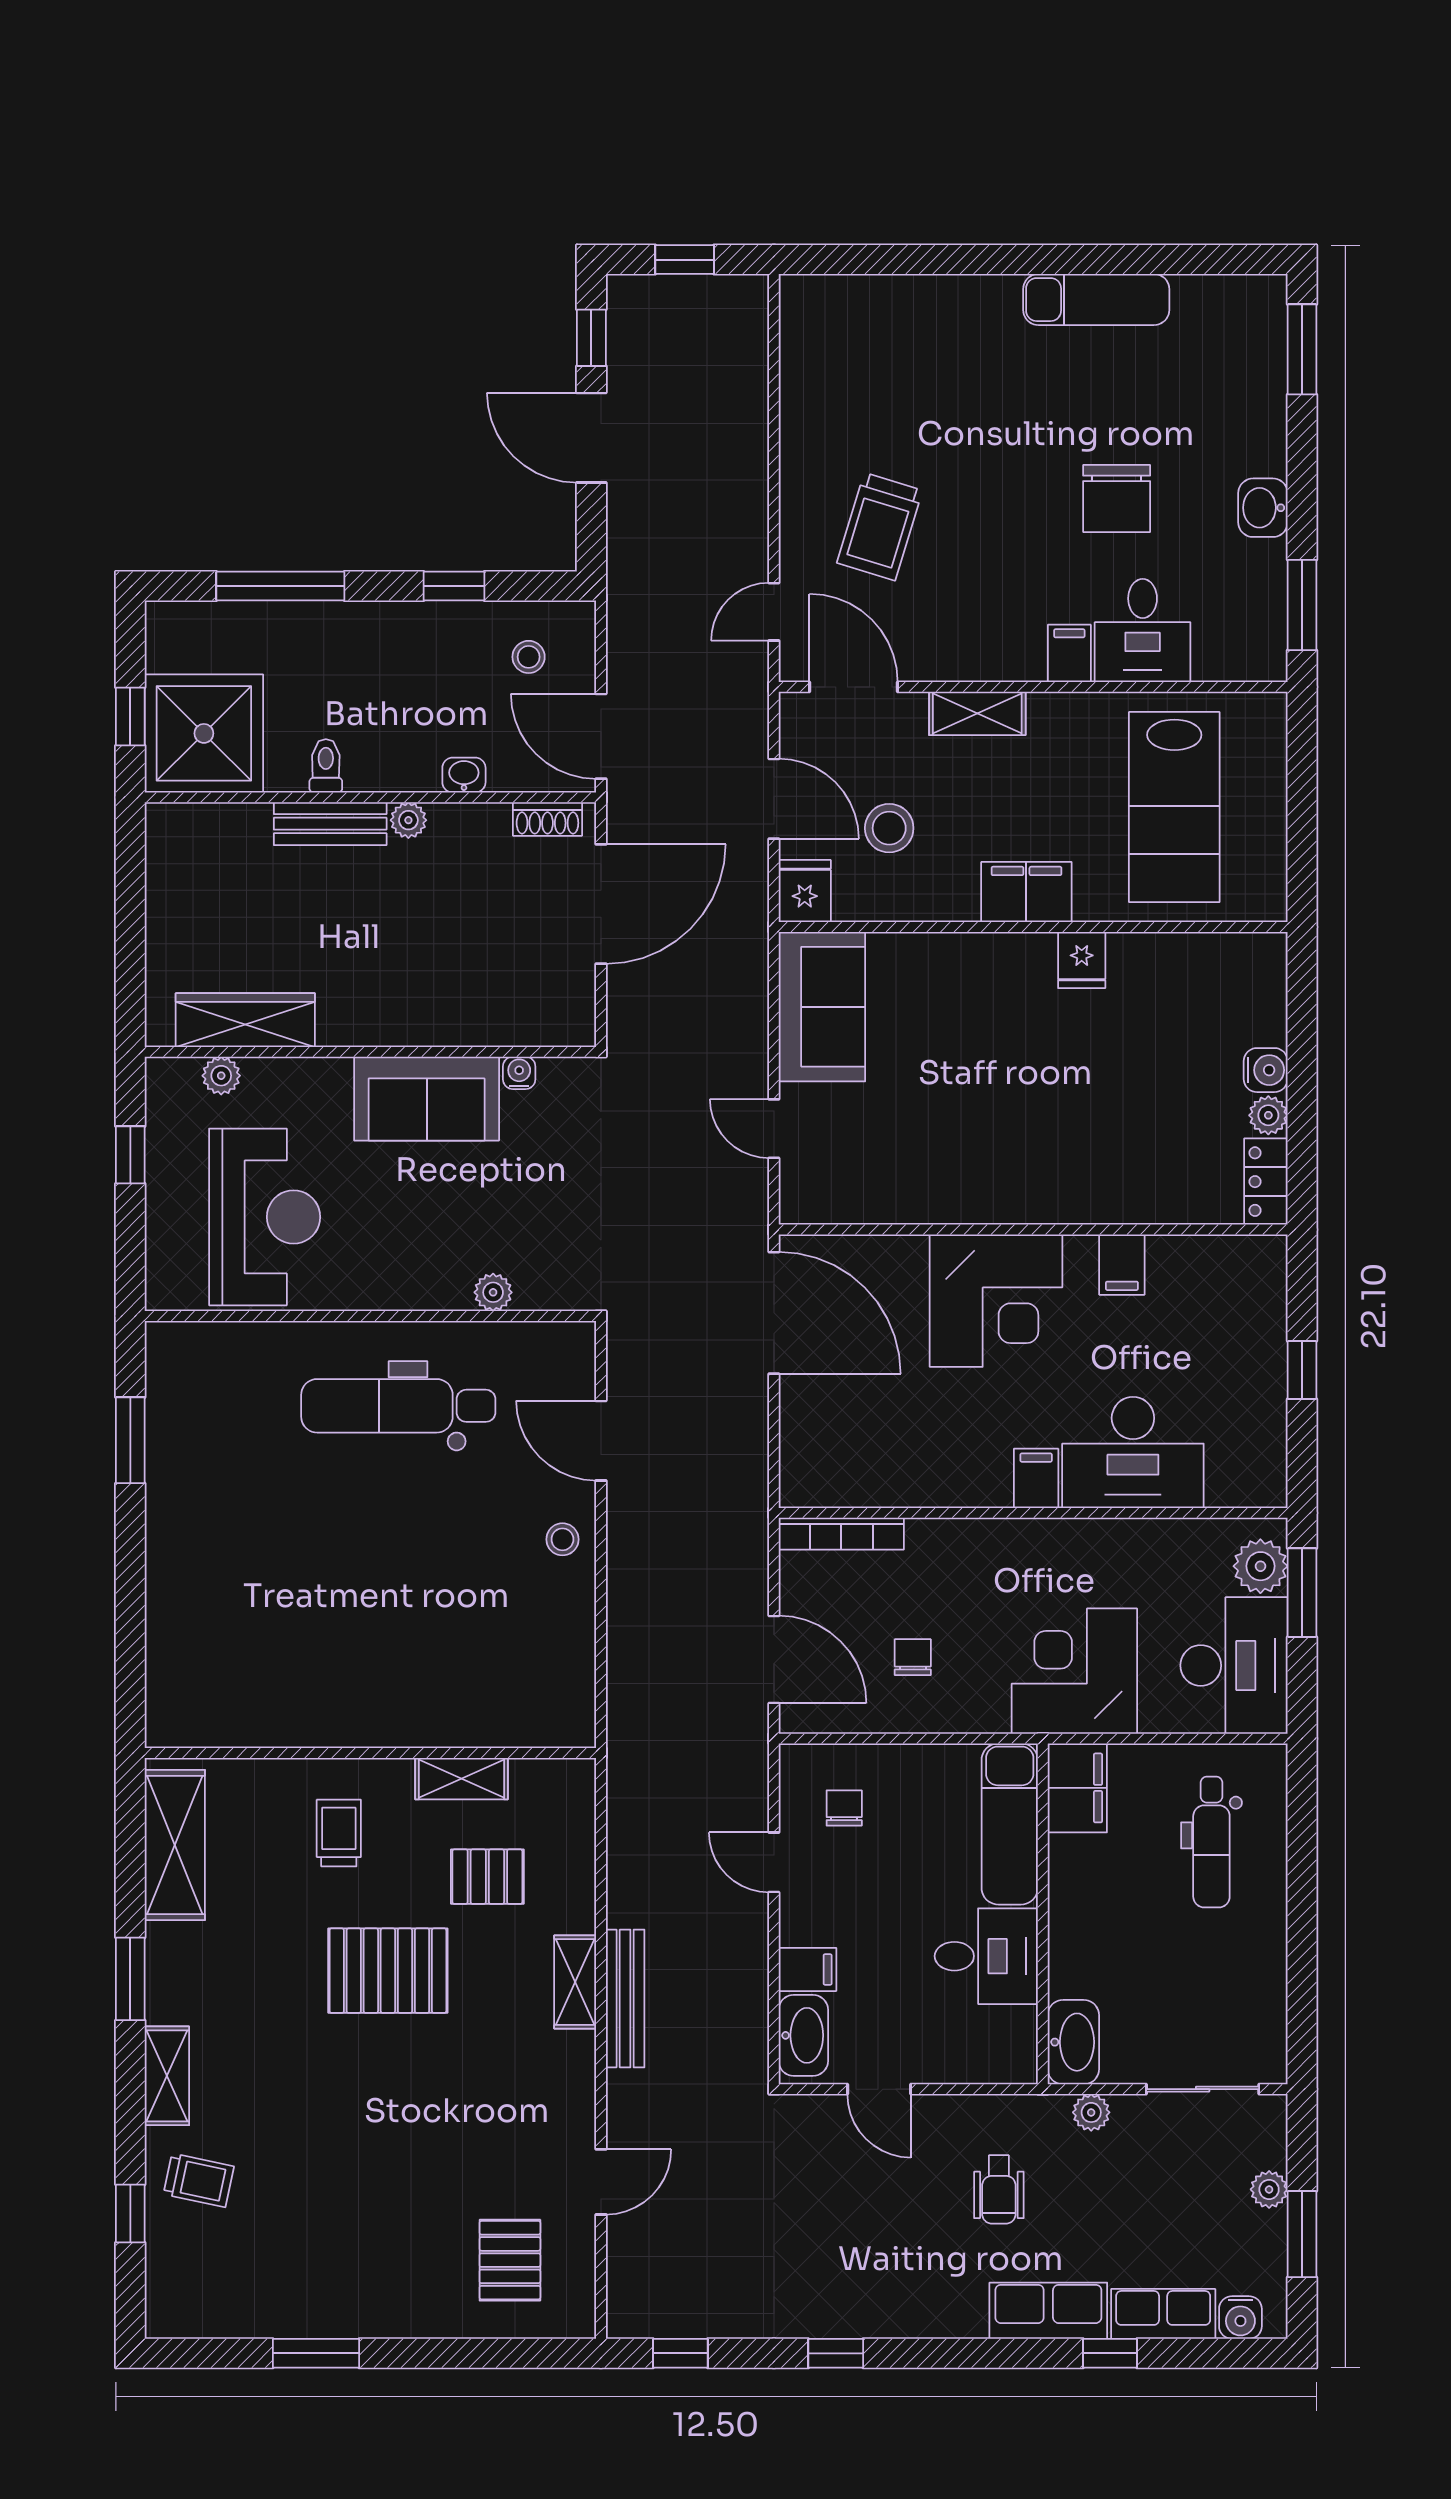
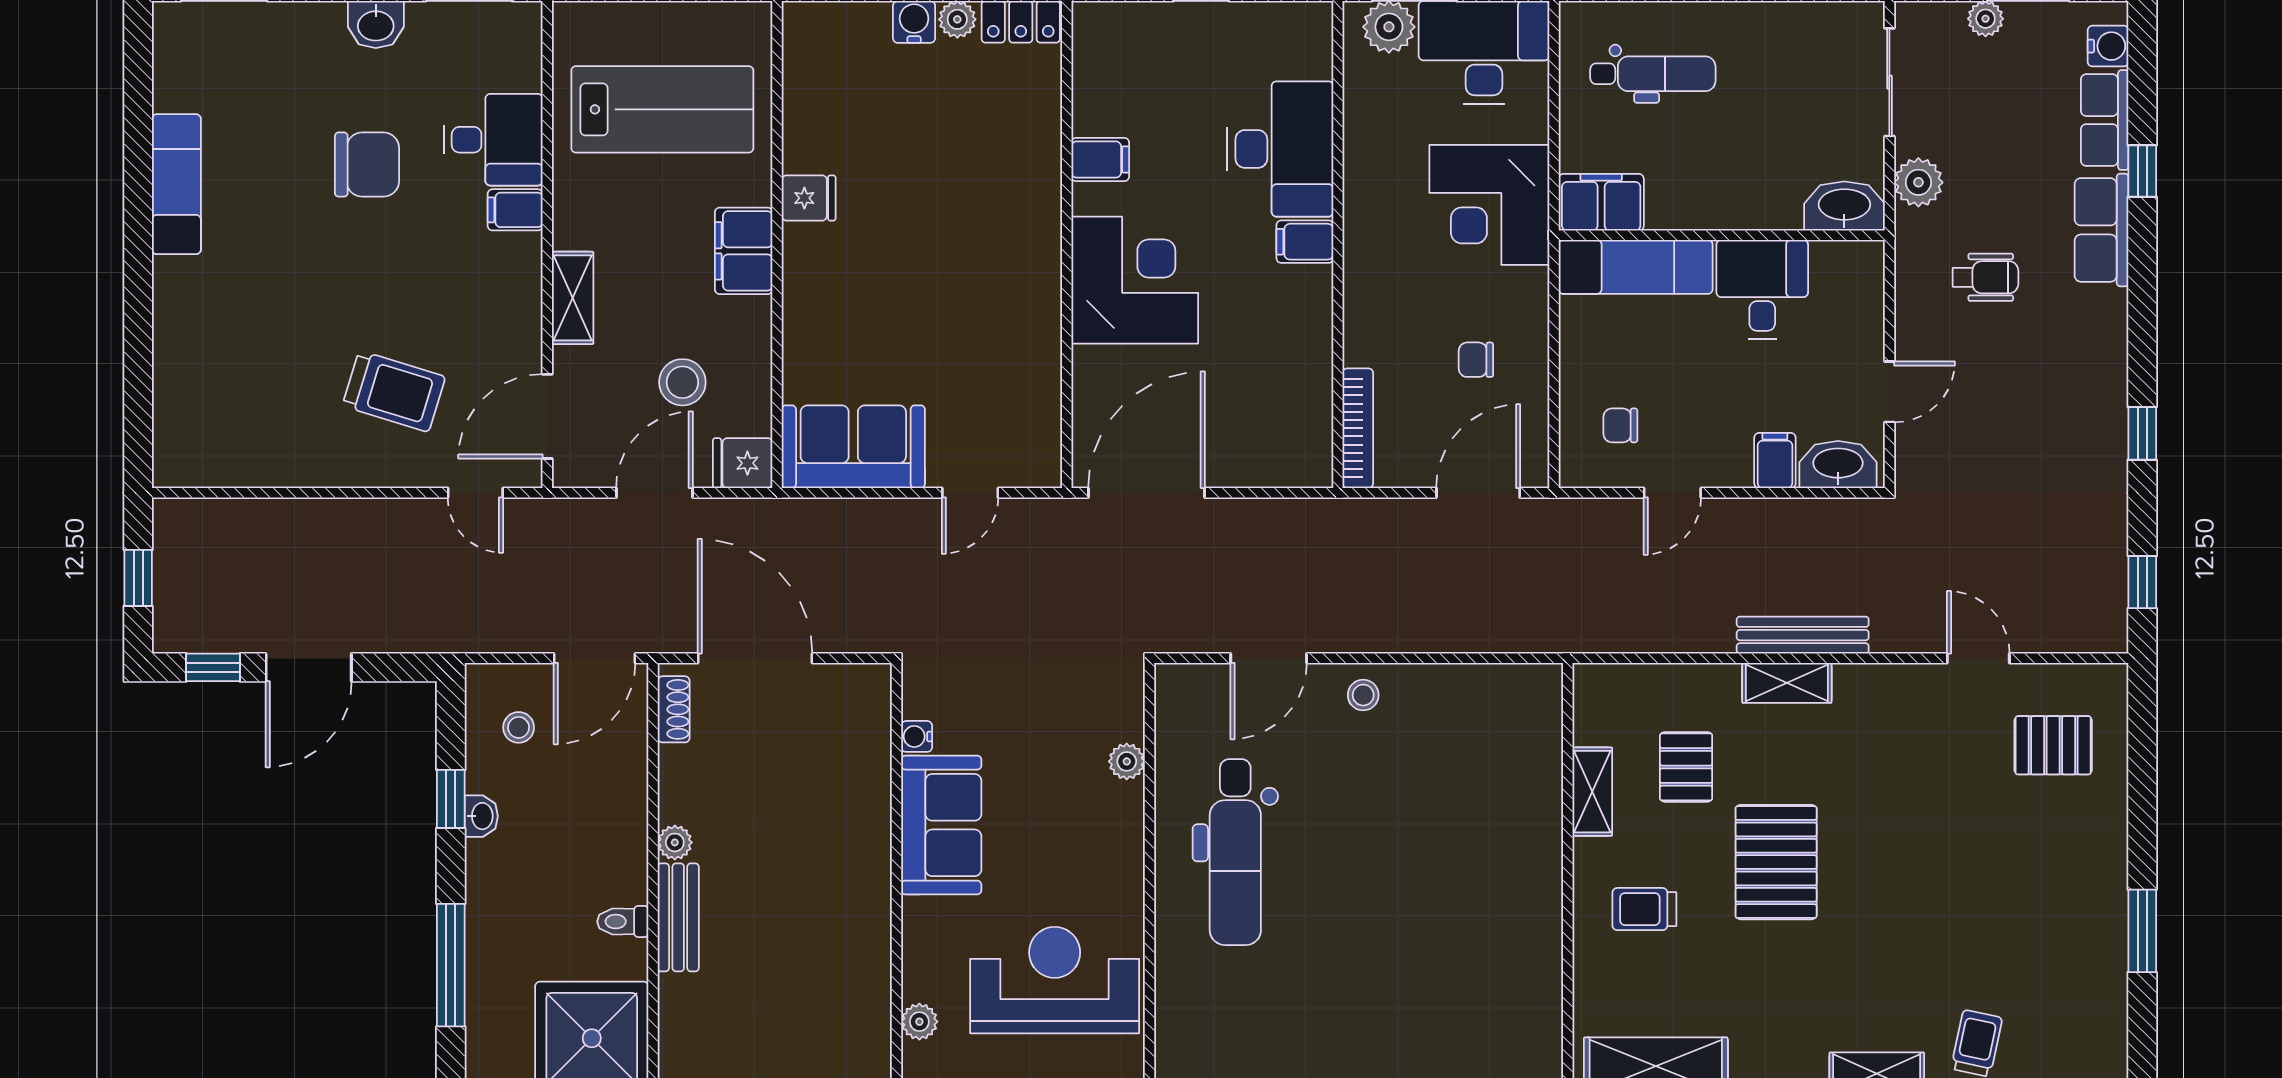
washbasin: (464, 775) -> (481, 816), moved, turned 180
wardrobe: (245, 1020) -> (866, 999), removed
plant: (1091, 2112) -> (1918, 182), width x1.38, depth x1.38

